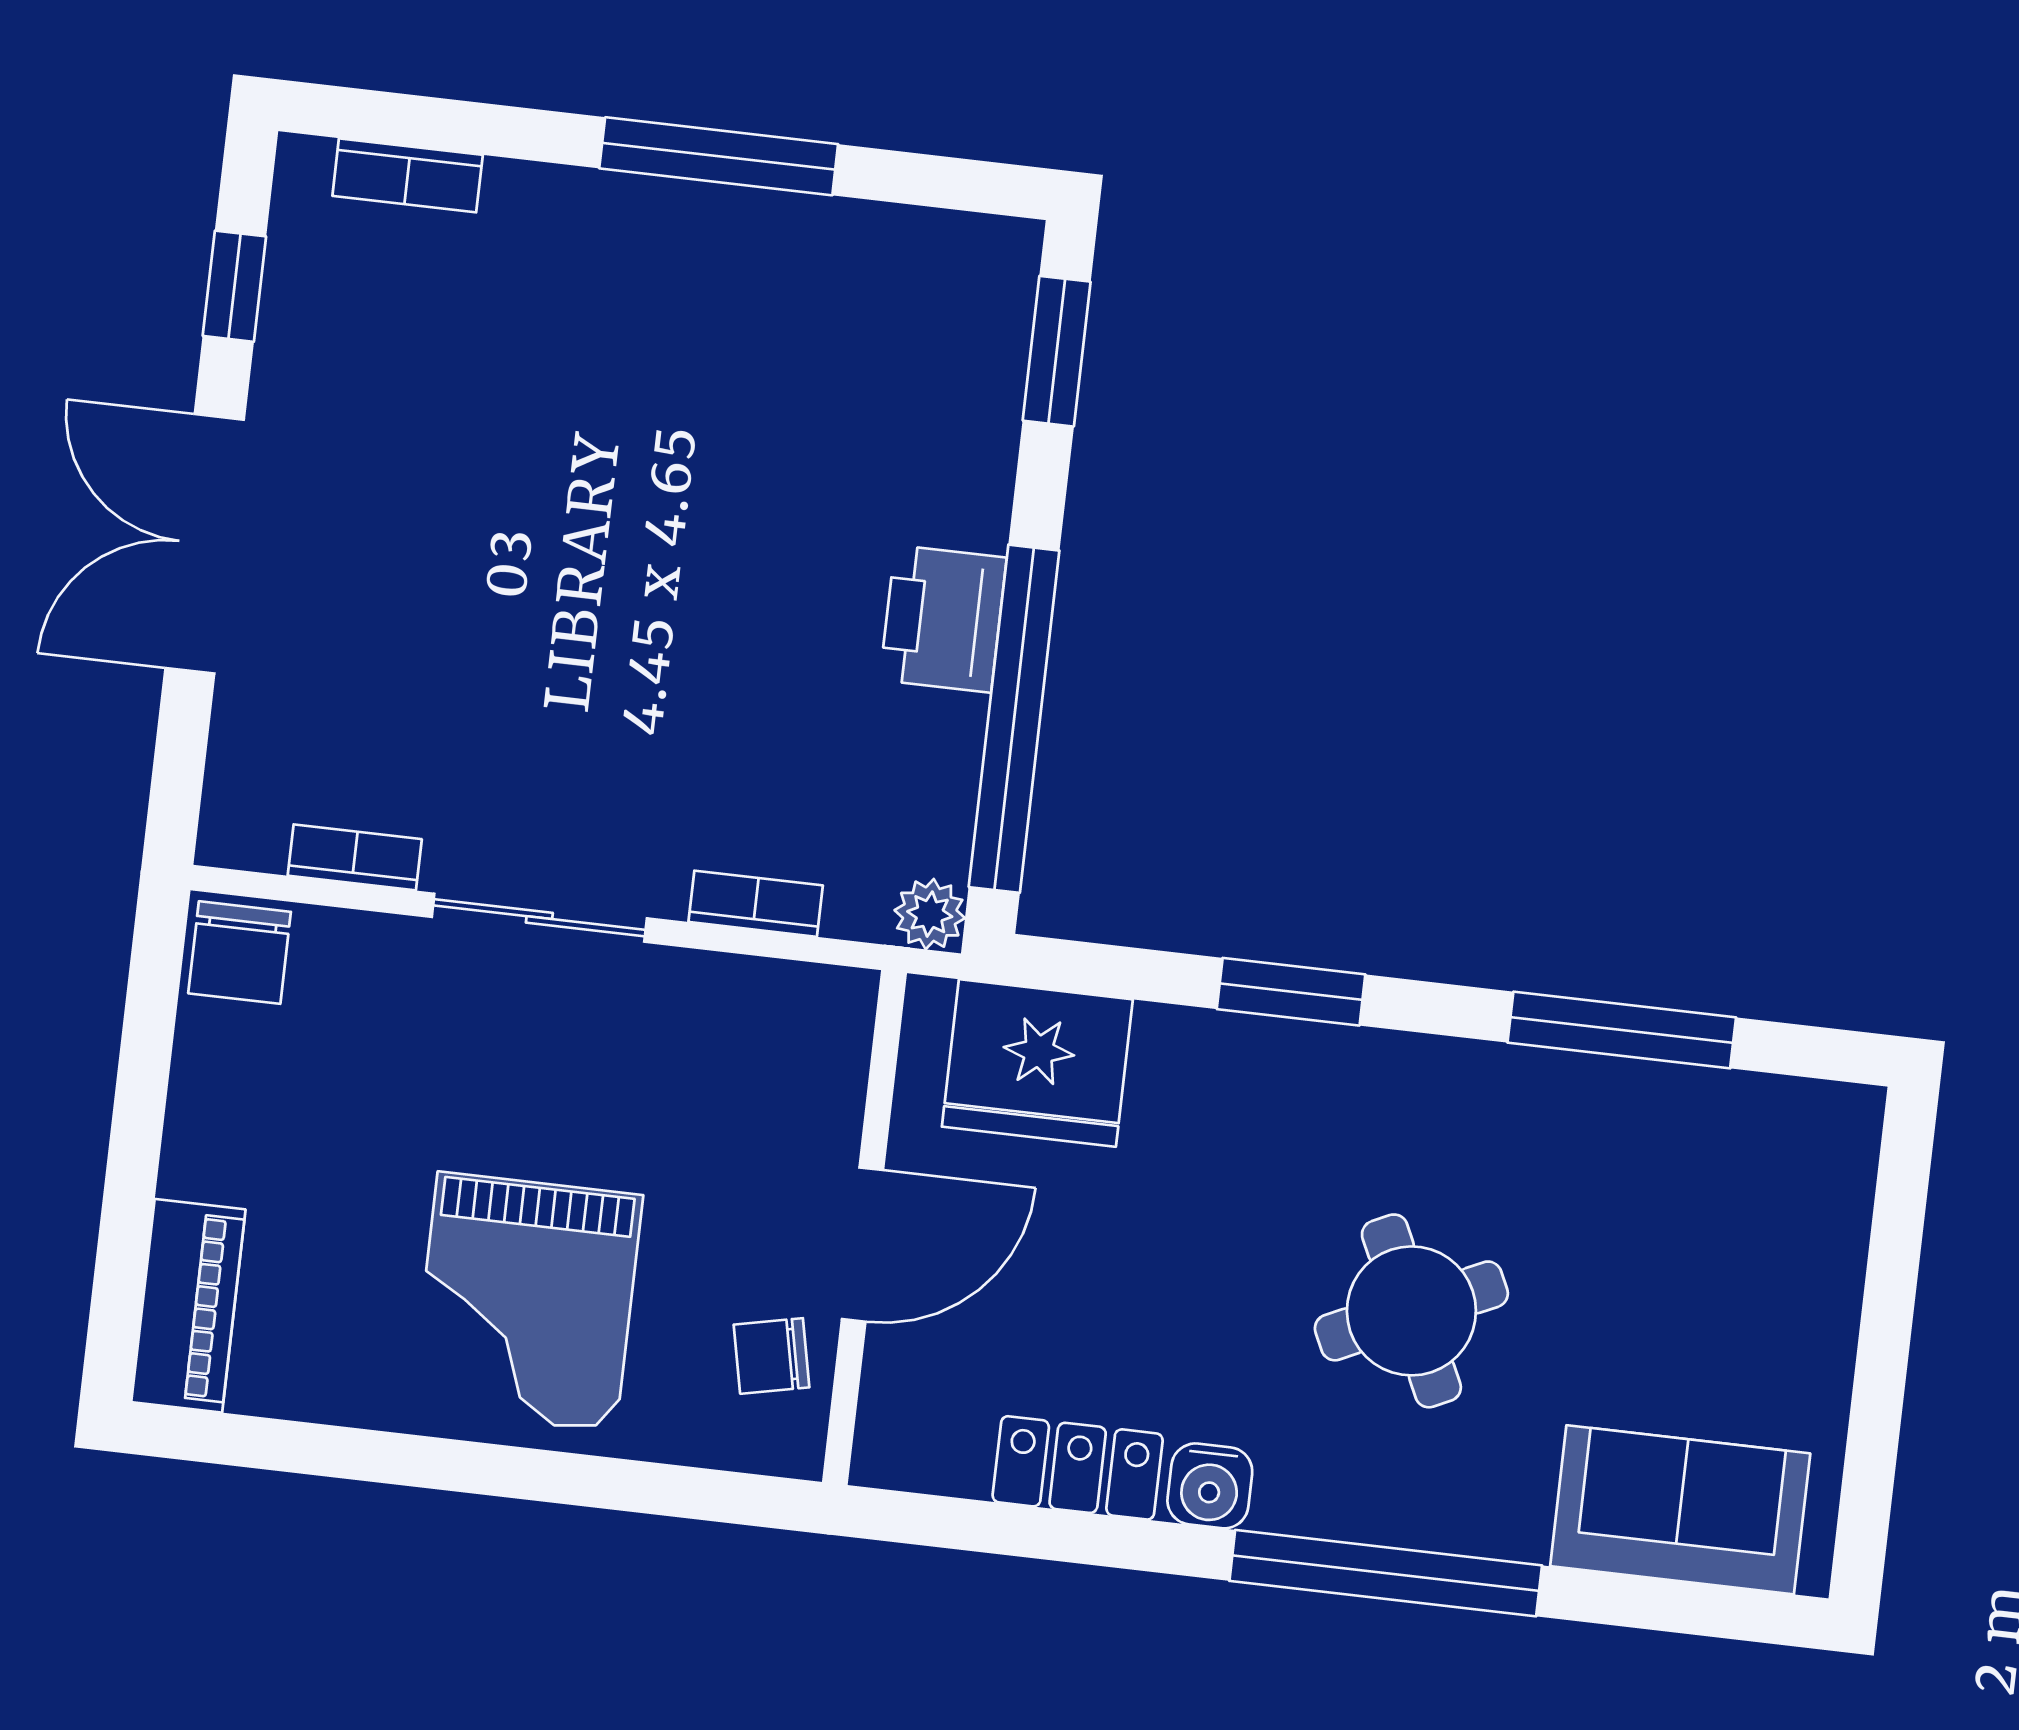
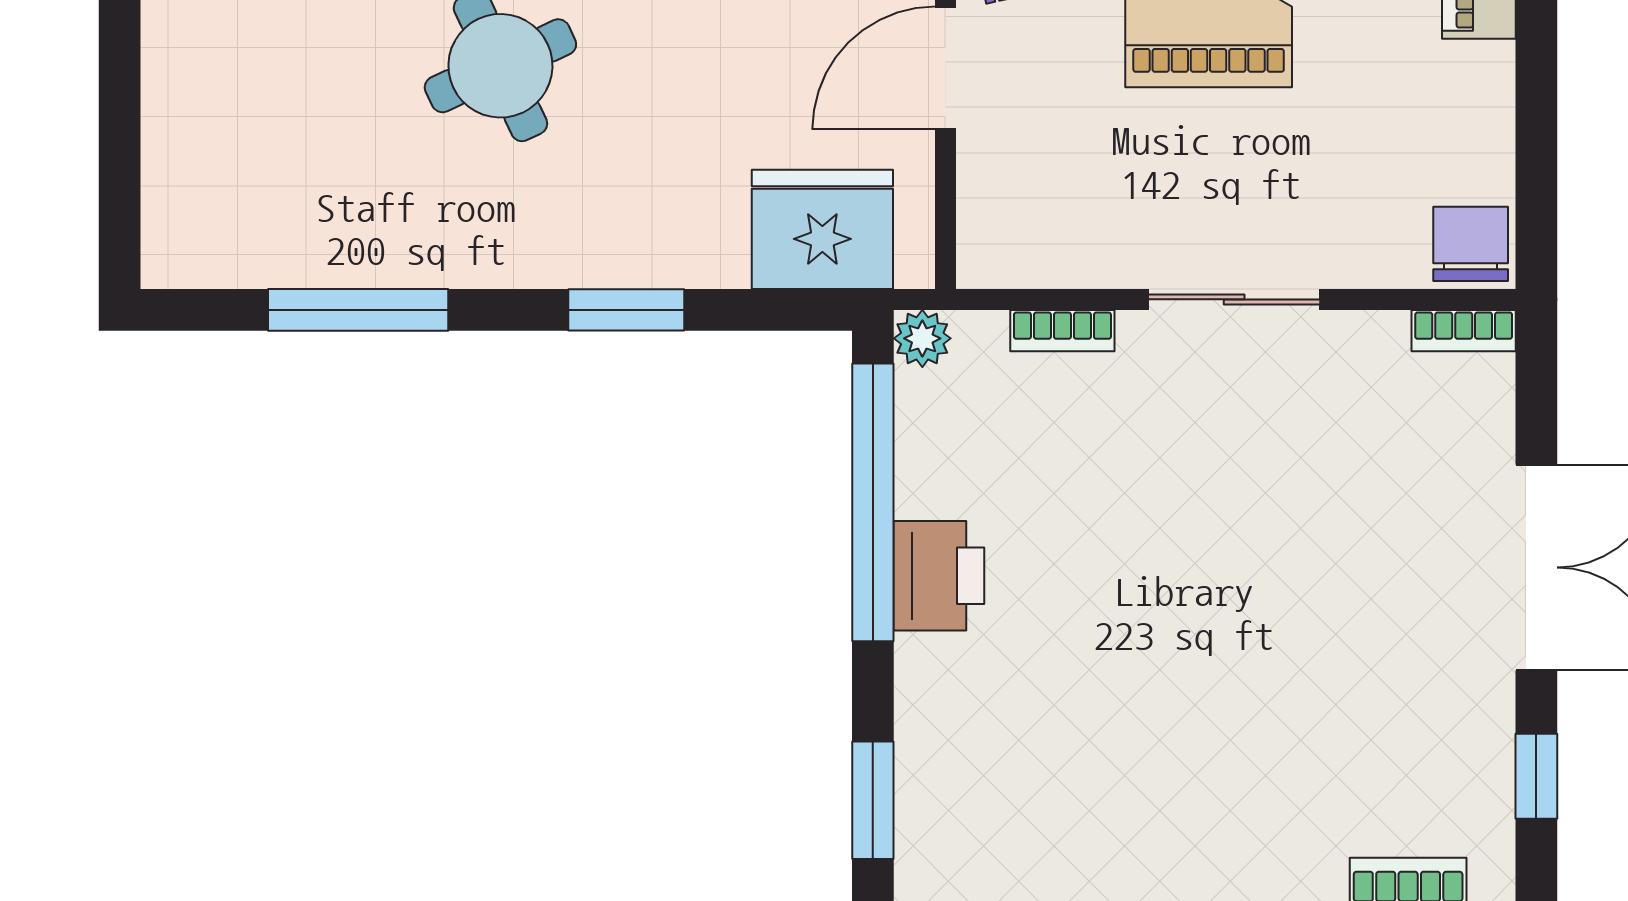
bookcase: (355, 857) -> (1464, 331), moved

